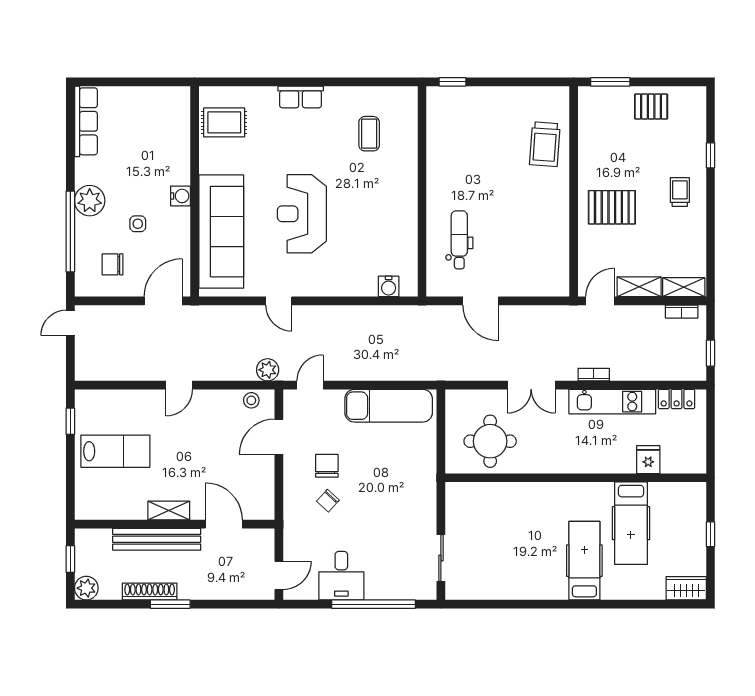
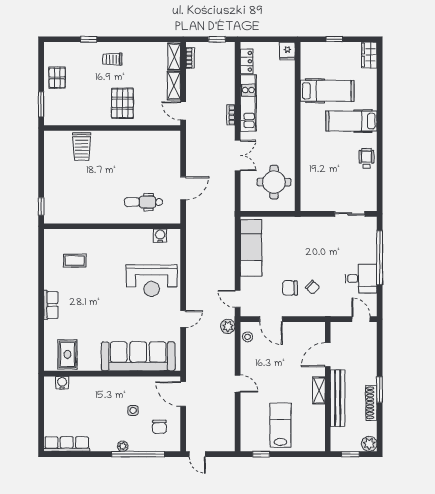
trolley: (545, 144) -> (82, 147), turned 86
water cooler: (180, 196) -> (62, 383), moved
plant: (90, 201) -> (123, 446), width x0.53, depth x0.53
reception desk: (302, 214) -> (152, 281), moved
water cooler: (389, 286) -> (160, 236), moved, turned -90
fridge: (648, 460) -> (287, 51), moved, turned -90
wheelchair: (527, 584) -> (367, 158), added

